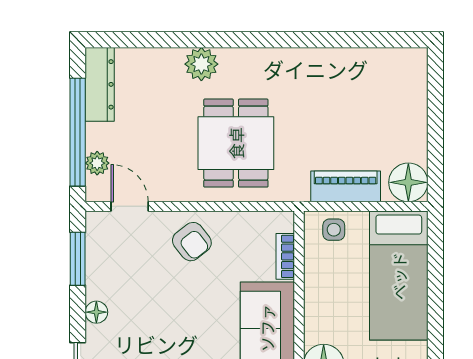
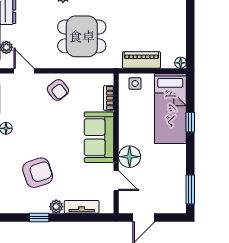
dining table: (236, 143) -> (82, 36), turned 90
floor lamp: (408, 182) -> (181, 63), width x0.53, depth x0.53
window: (435, 301) -> (190, 122), added

